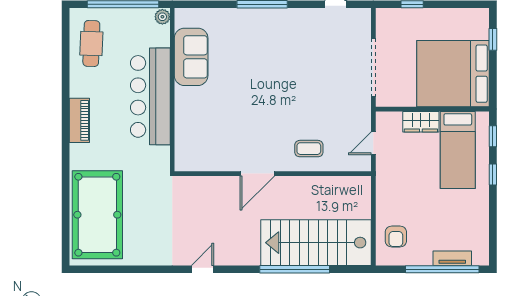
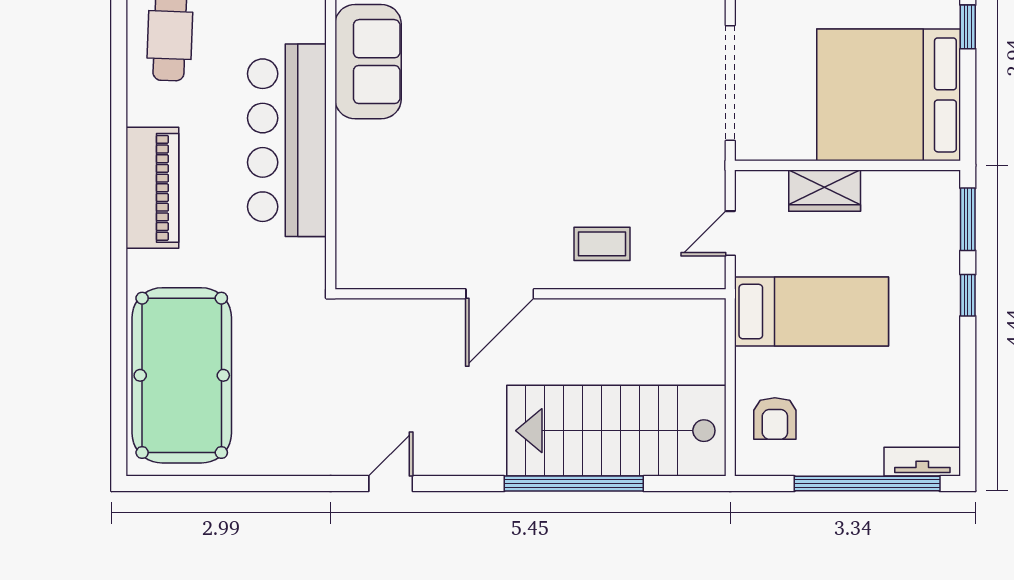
piano: (79, 120) -> (152, 188), width x1.37, depth x1.33
window: (493, 136) -> (968, 219), width x1.50
bed: (458, 150) -> (812, 312), moved, turned -90
tv unit: (452, 258) -> (922, 462), moved

